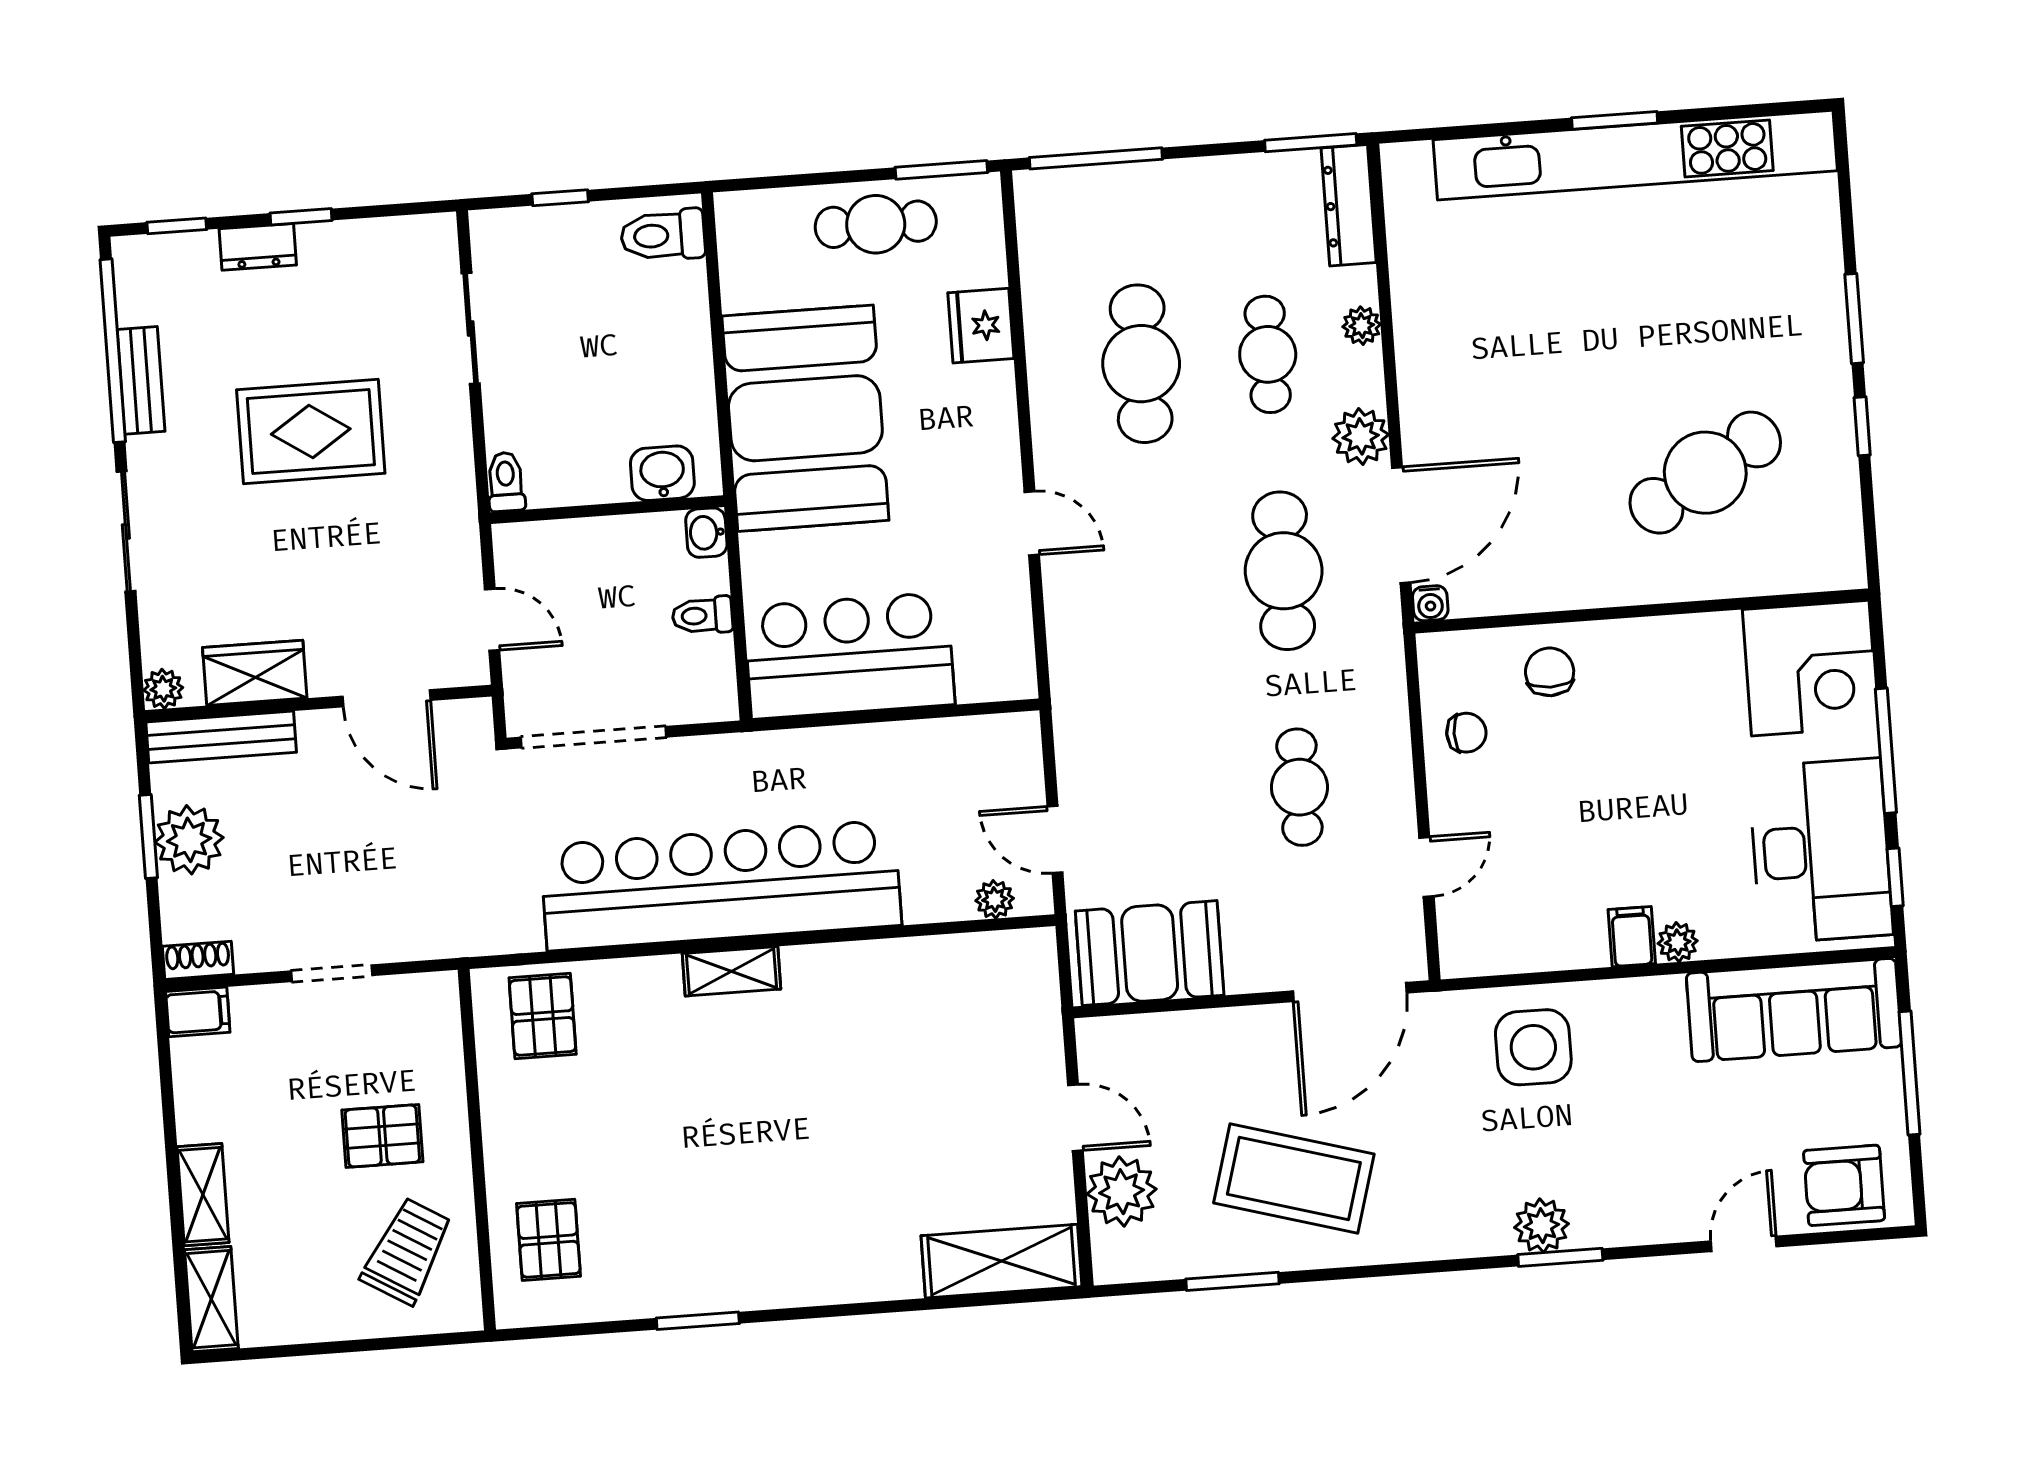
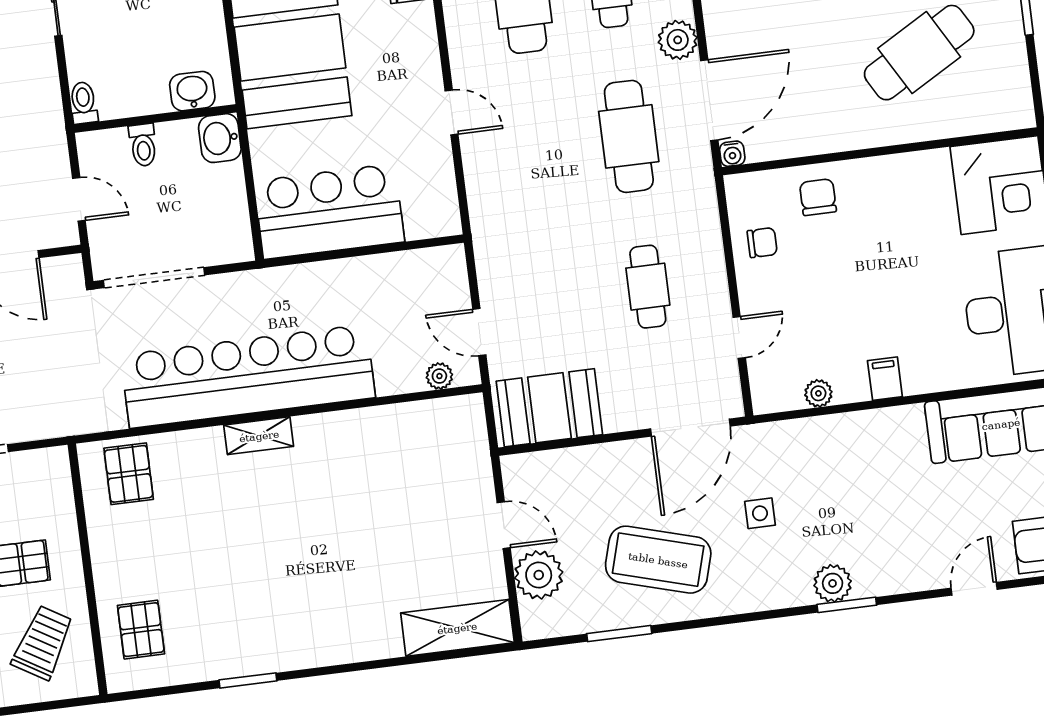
washbasin: (706, 533) -> (220, 138), width x1.38, depth x1.45
toilet: (702, 615) -> (143, 145), moved, turned -90
plant: (1678, 942) -> (818, 393), moved
side table: (1533, 1047) -> (760, 513), moved, width x0.54, depth x0.54

